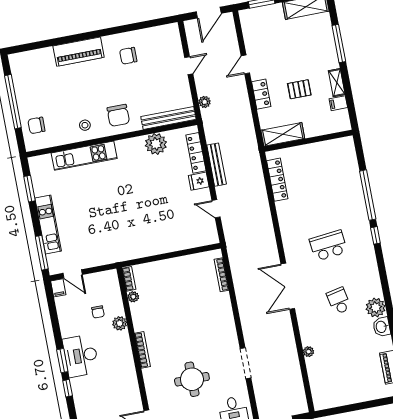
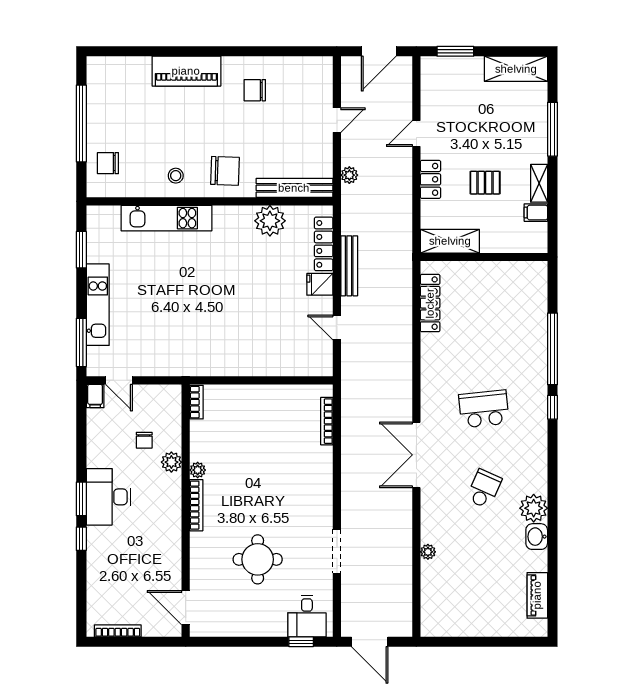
chair: (118, 115) -> (225, 171), turned -88
plant: (133, 297) -> (198, 470), moved
school desk: (339, 301) -> (484, 489), turned 36

